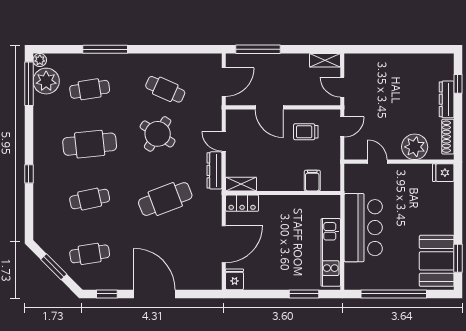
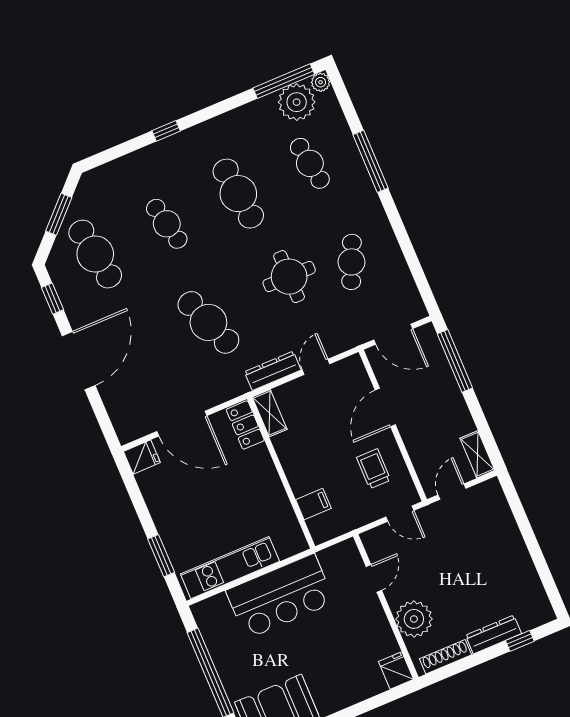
round table: (158, 134) -> (289, 277), turned -33
cafe table: (90, 254) -> (95, 254), width x1.37, depth x1.35

